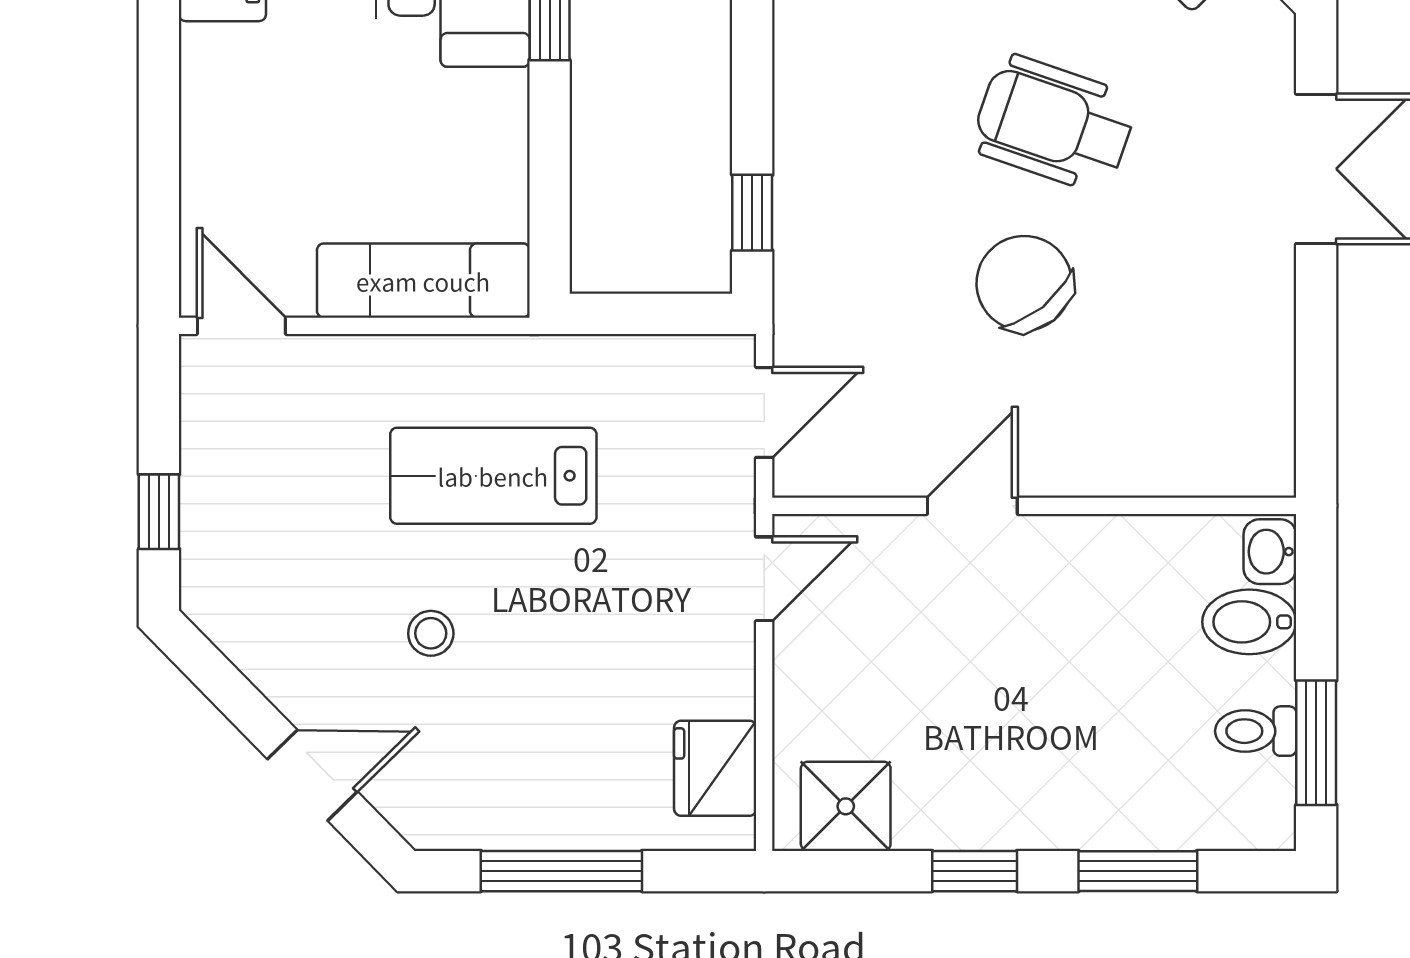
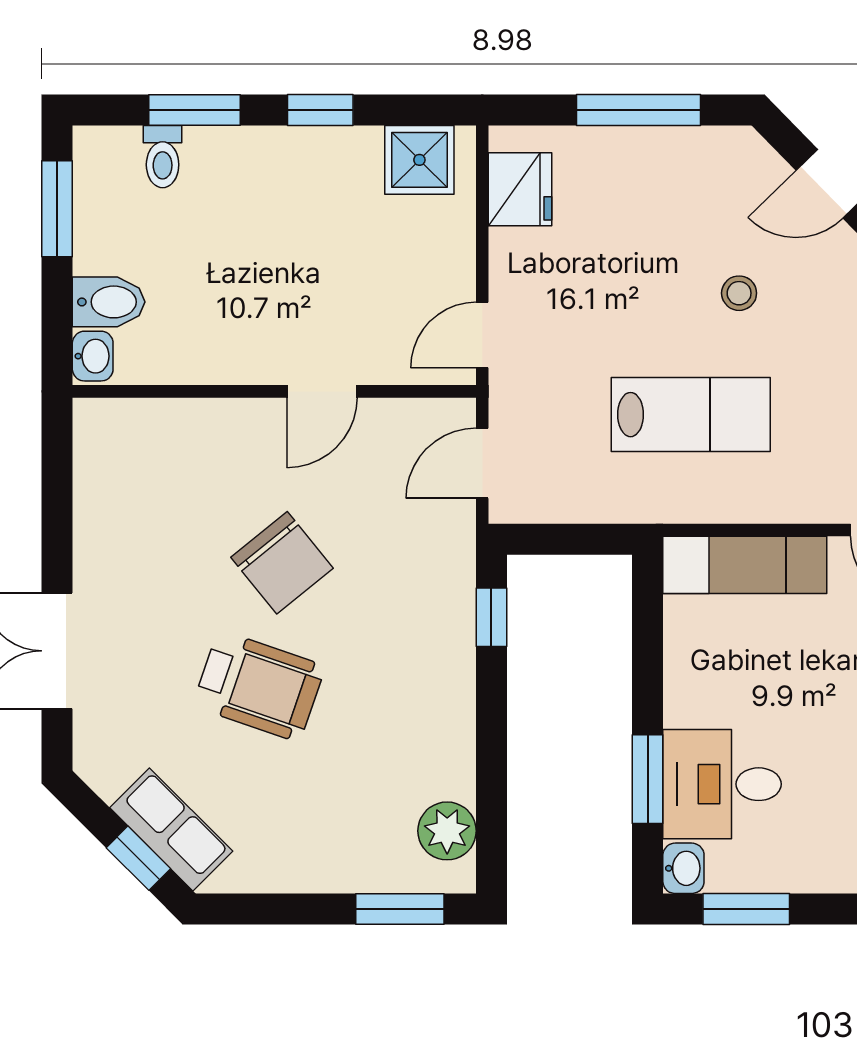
toilet: (1256, 731) -> (163, 157), moved, turned 90

